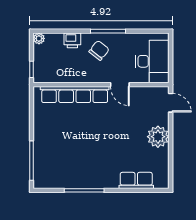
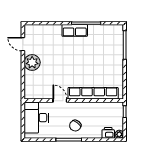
printer: (72, 40) -> (108, 133), moved
door: (171, 103) -> (23, 44), moved
row of seats: (136, 180) -> (75, 30), moved

